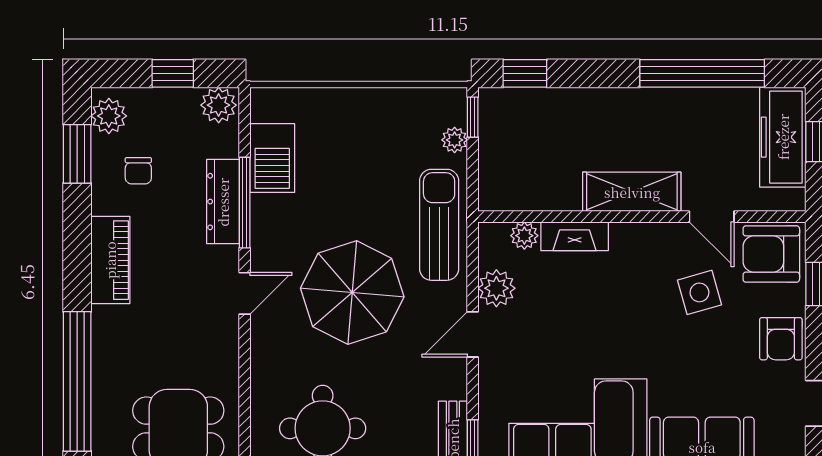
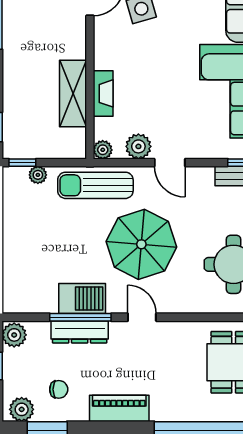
barbecue: (272, 158) -> (82, 299), moved
shelving: (632, 192) -> (73, 93), moved
plant: (524, 236) -> (103, 150), moved

